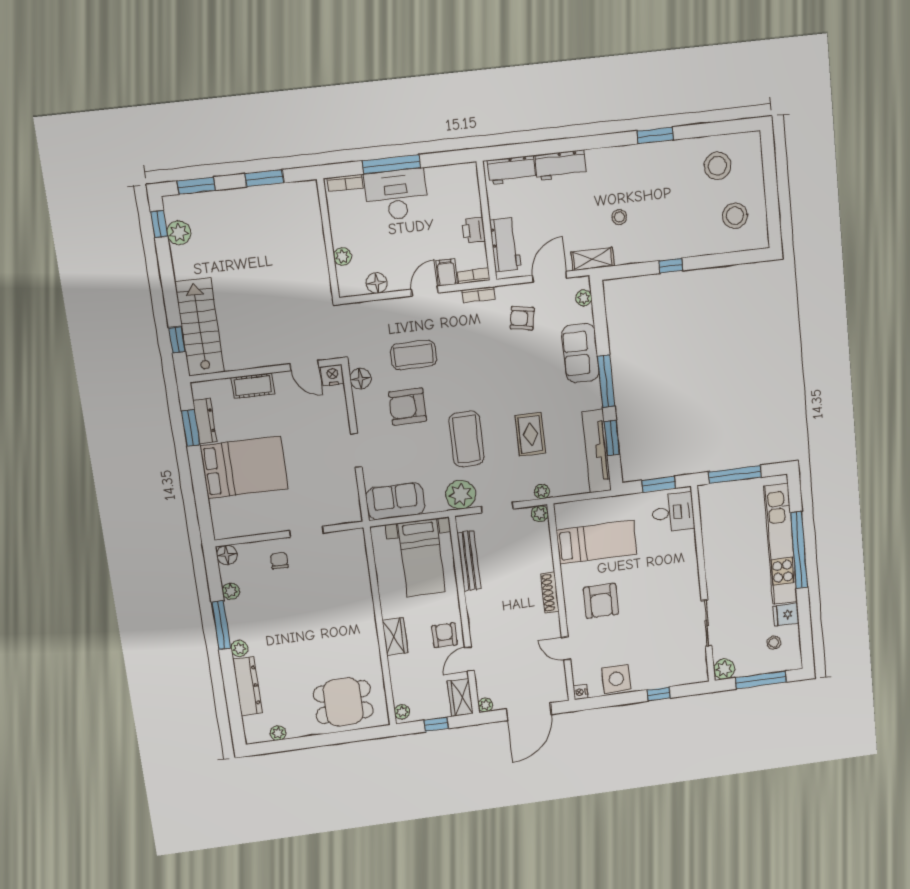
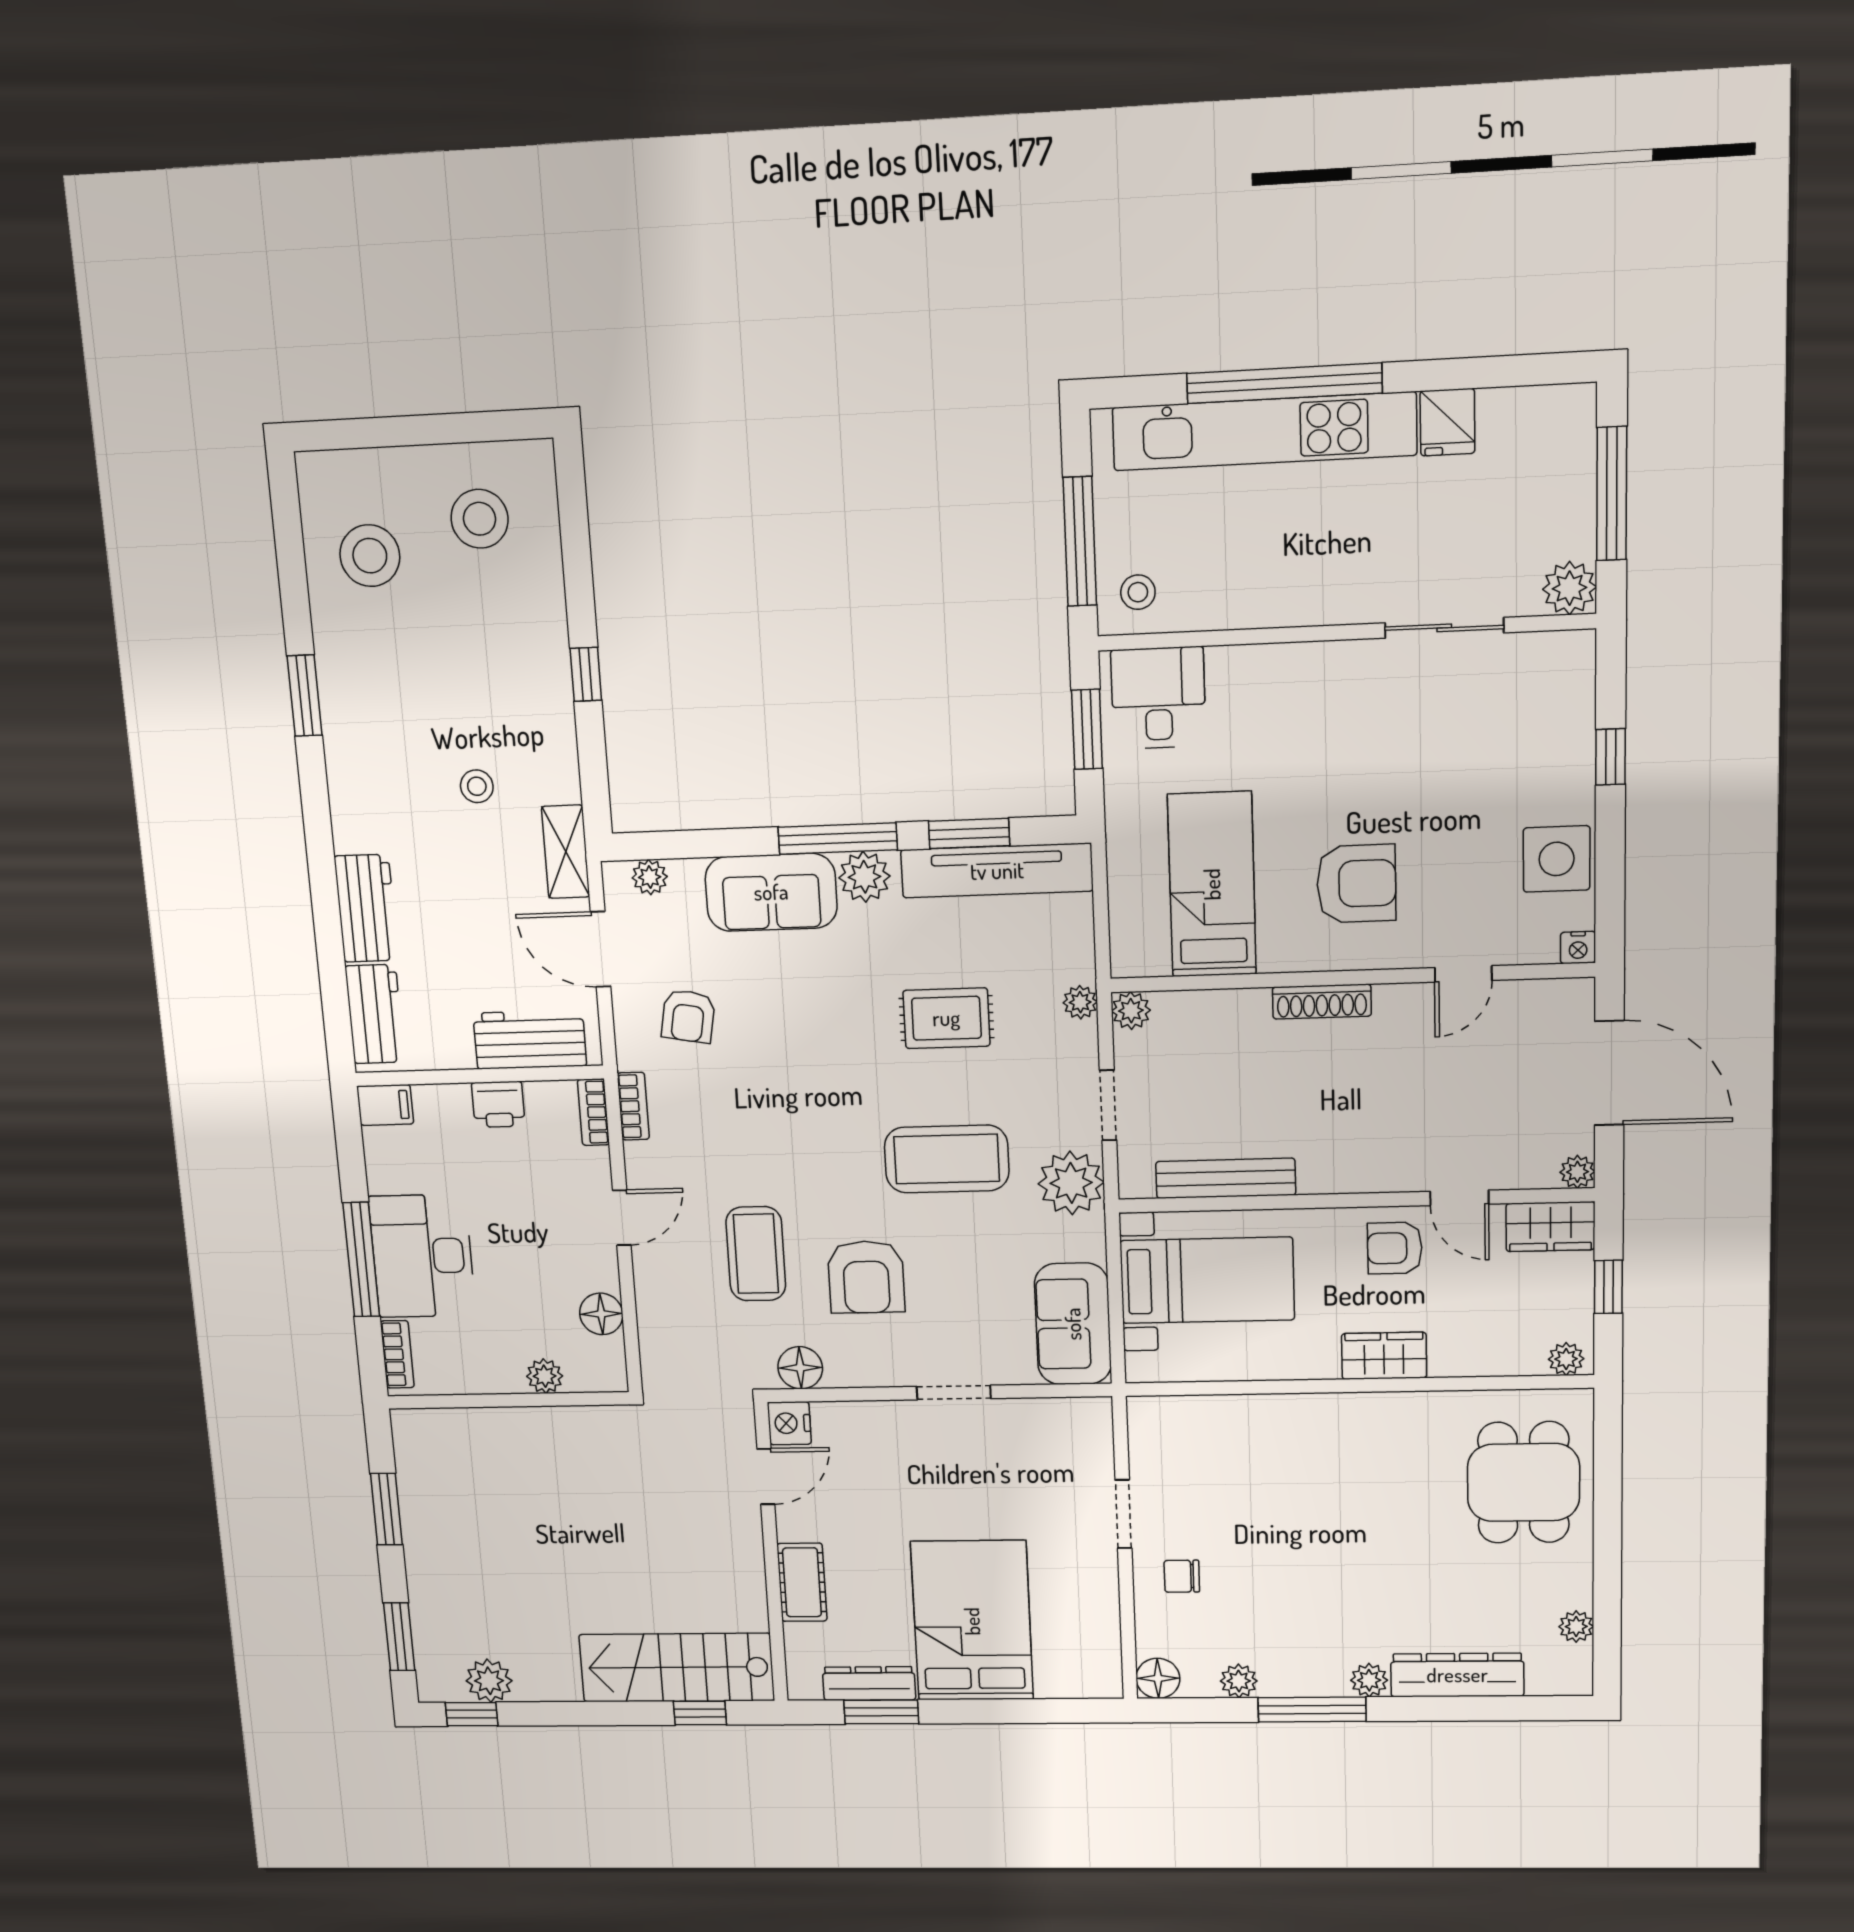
filing cabinet: (446, 273) -> (385, 1105), moved, turned 180
door: (425, 291) -> (622, 1218), swing flipped
plant: (590, 394) -> (864, 877), added
stool: (774, 643) -> (1138, 592), moved

